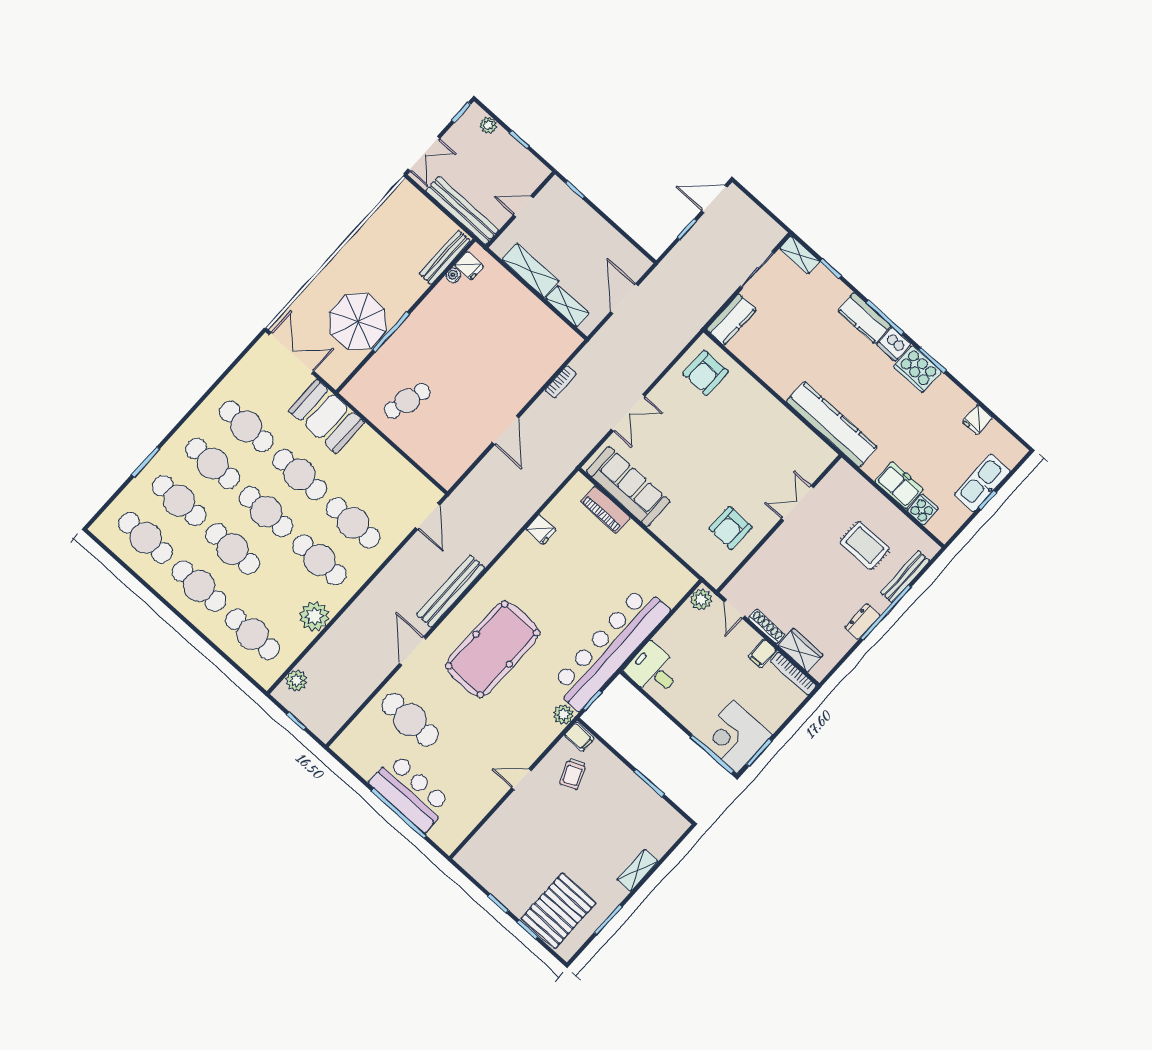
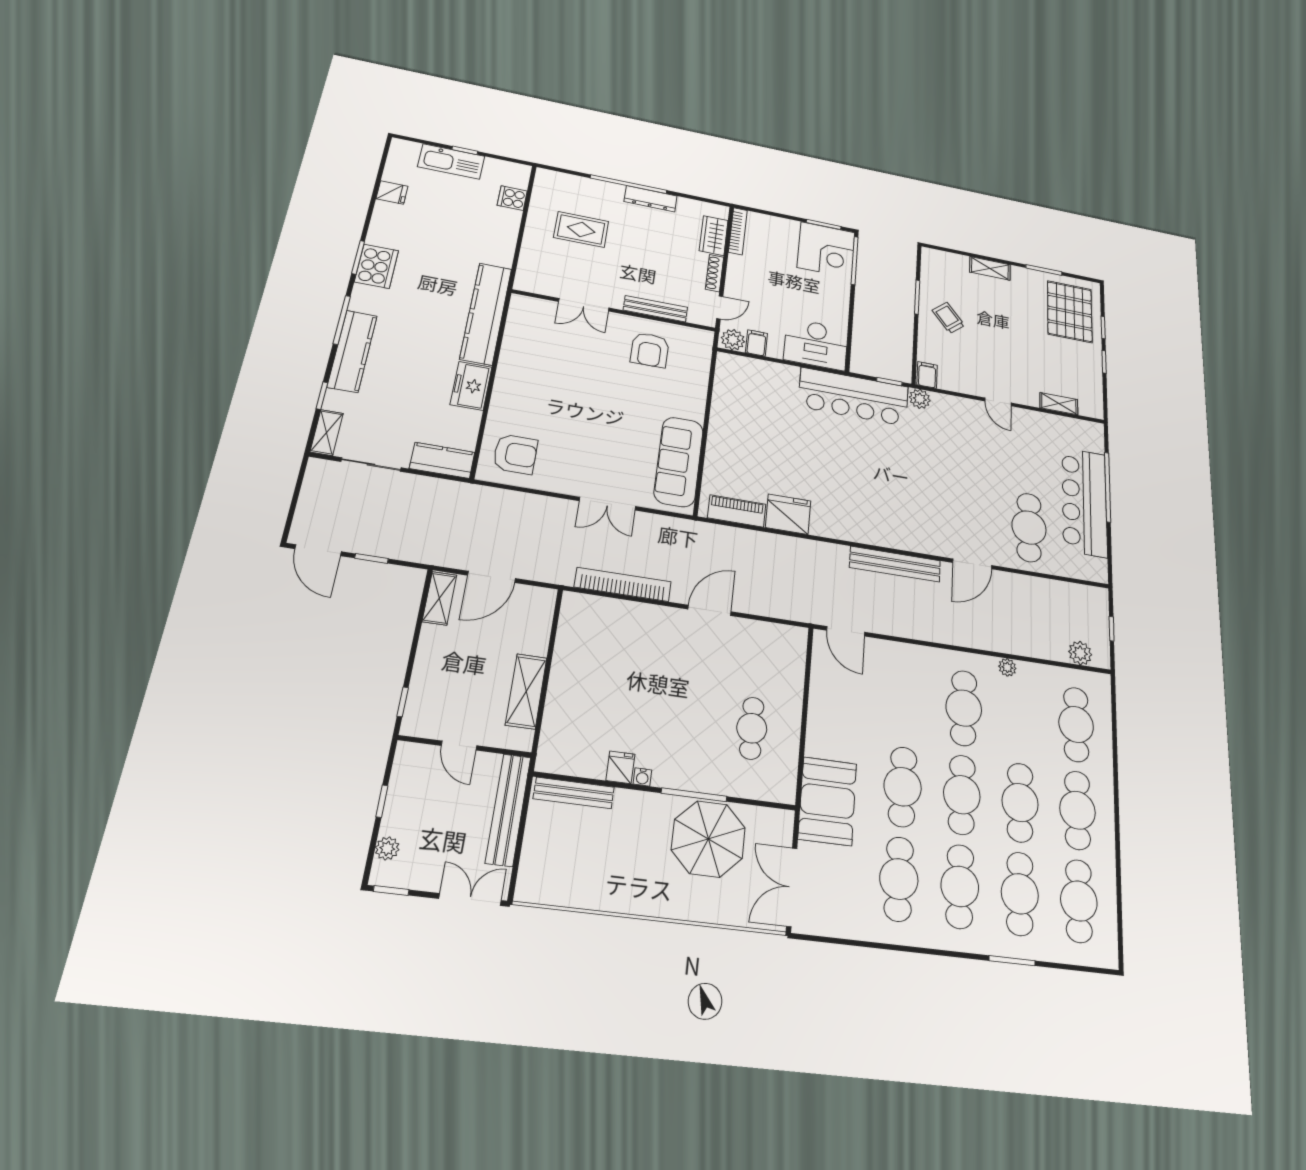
fridge: (469, 266) -> (620, 767), moved
water cooler: (454, 275) -> (642, 777), moved
shelving: (567, 306) -> (439, 598), moved
kitchen counter: (864, 318) -> (352, 351), width x1.50
dishwasher: (894, 344) -> (365, 299), removed
bookcase: (561, 382) -> (623, 584), width x2.31, depth x1.31
cafe table: (407, 401) -> (752, 728), turned 73
double door: (628, 413) -> (607, 504), swing flipped
freezer: (899, 485) -> (471, 386), moved
piano: (606, 510) -> (737, 511), moved, turned -90
door: (428, 516) -> (846, 631), swing flipped
cafe table: (353, 523) -> (906, 700), removed
armchair: (730, 528) -> (650, 350), turned 89
fridge: (541, 530) -> (788, 514), width x1.88, depth x1.34
rug: (865, 545) -> (581, 230), turned 90
bench: (905, 576) -> (655, 309), moved
plant: (314, 616) -> (1007, 667), width x0.53, depth x0.53
dresser: (862, 621) -> (651, 199), width x1.44
bar counter: (610, 648) -> (854, 397), width x0.73
pool table: (493, 649) -> (915, 494), removed
filing cabinet: (762, 653) -> (756, 343), moved, turned -90
desk: (653, 670) -> (816, 344), width x1.37
trolley: (573, 773) -> (948, 318), moved, turned -108
bar counter: (410, 792) -> (1084, 502), width x1.36
shelving: (489, 831) -> (1059, 404), added
pallet: (558, 911) -> (1070, 312), turned 90

